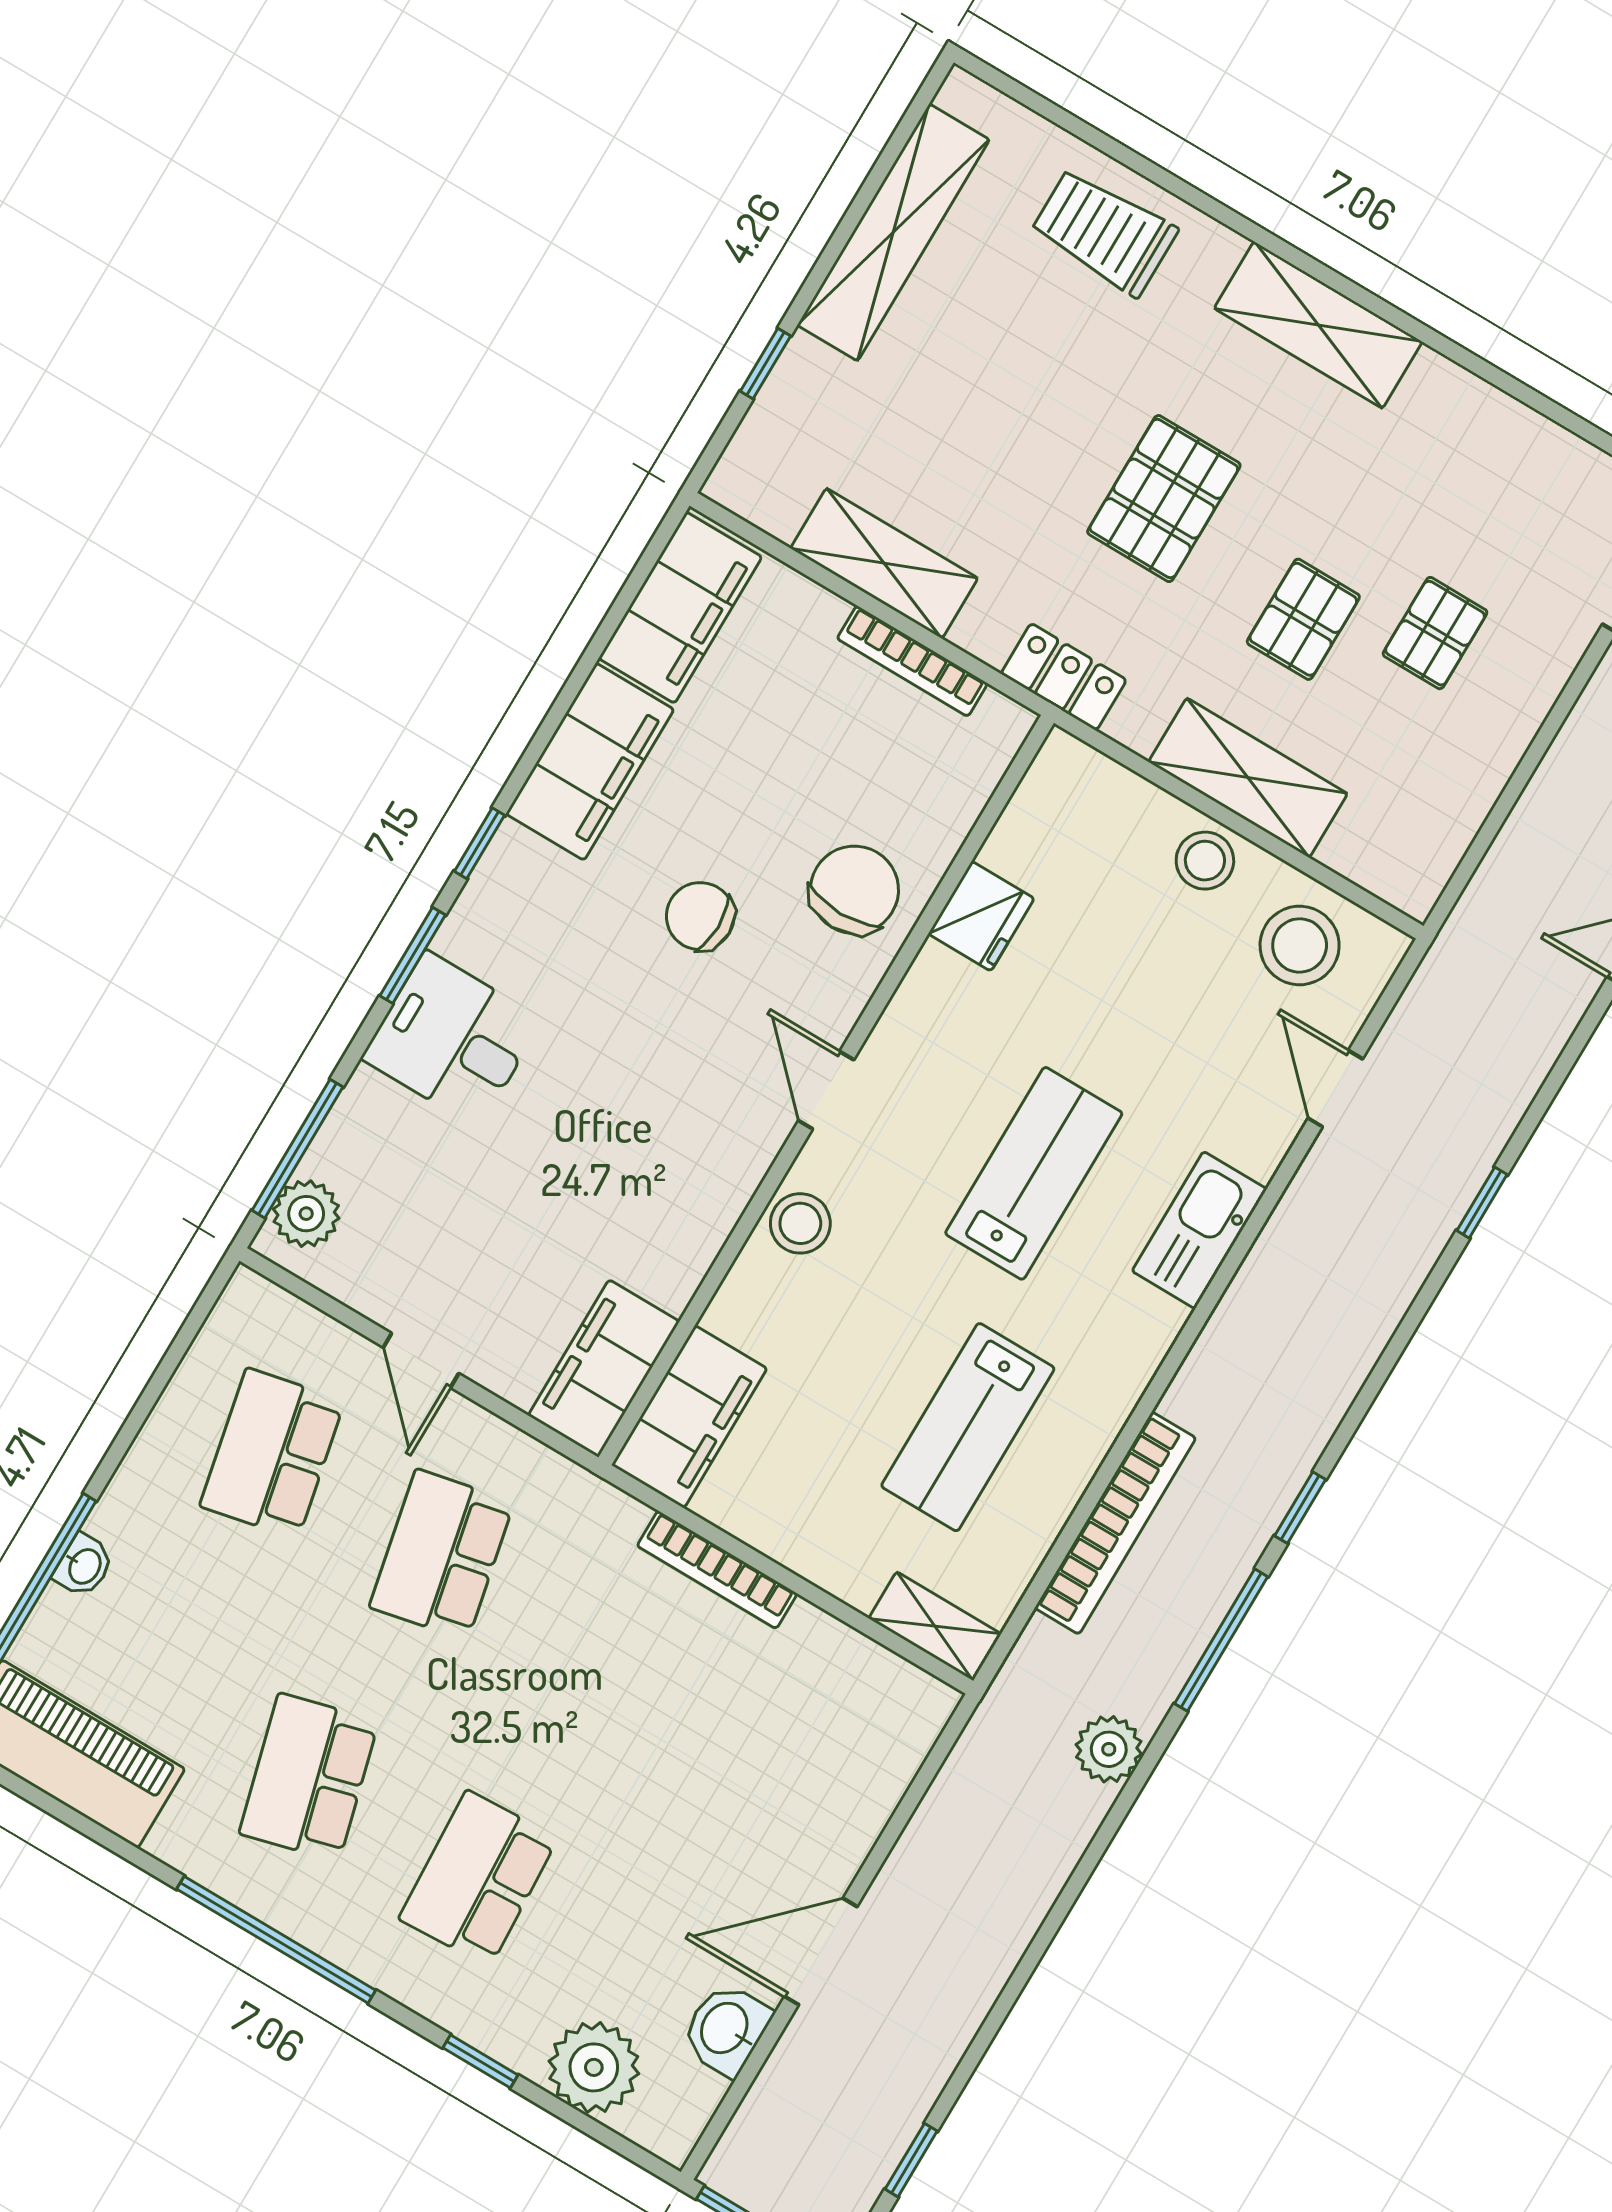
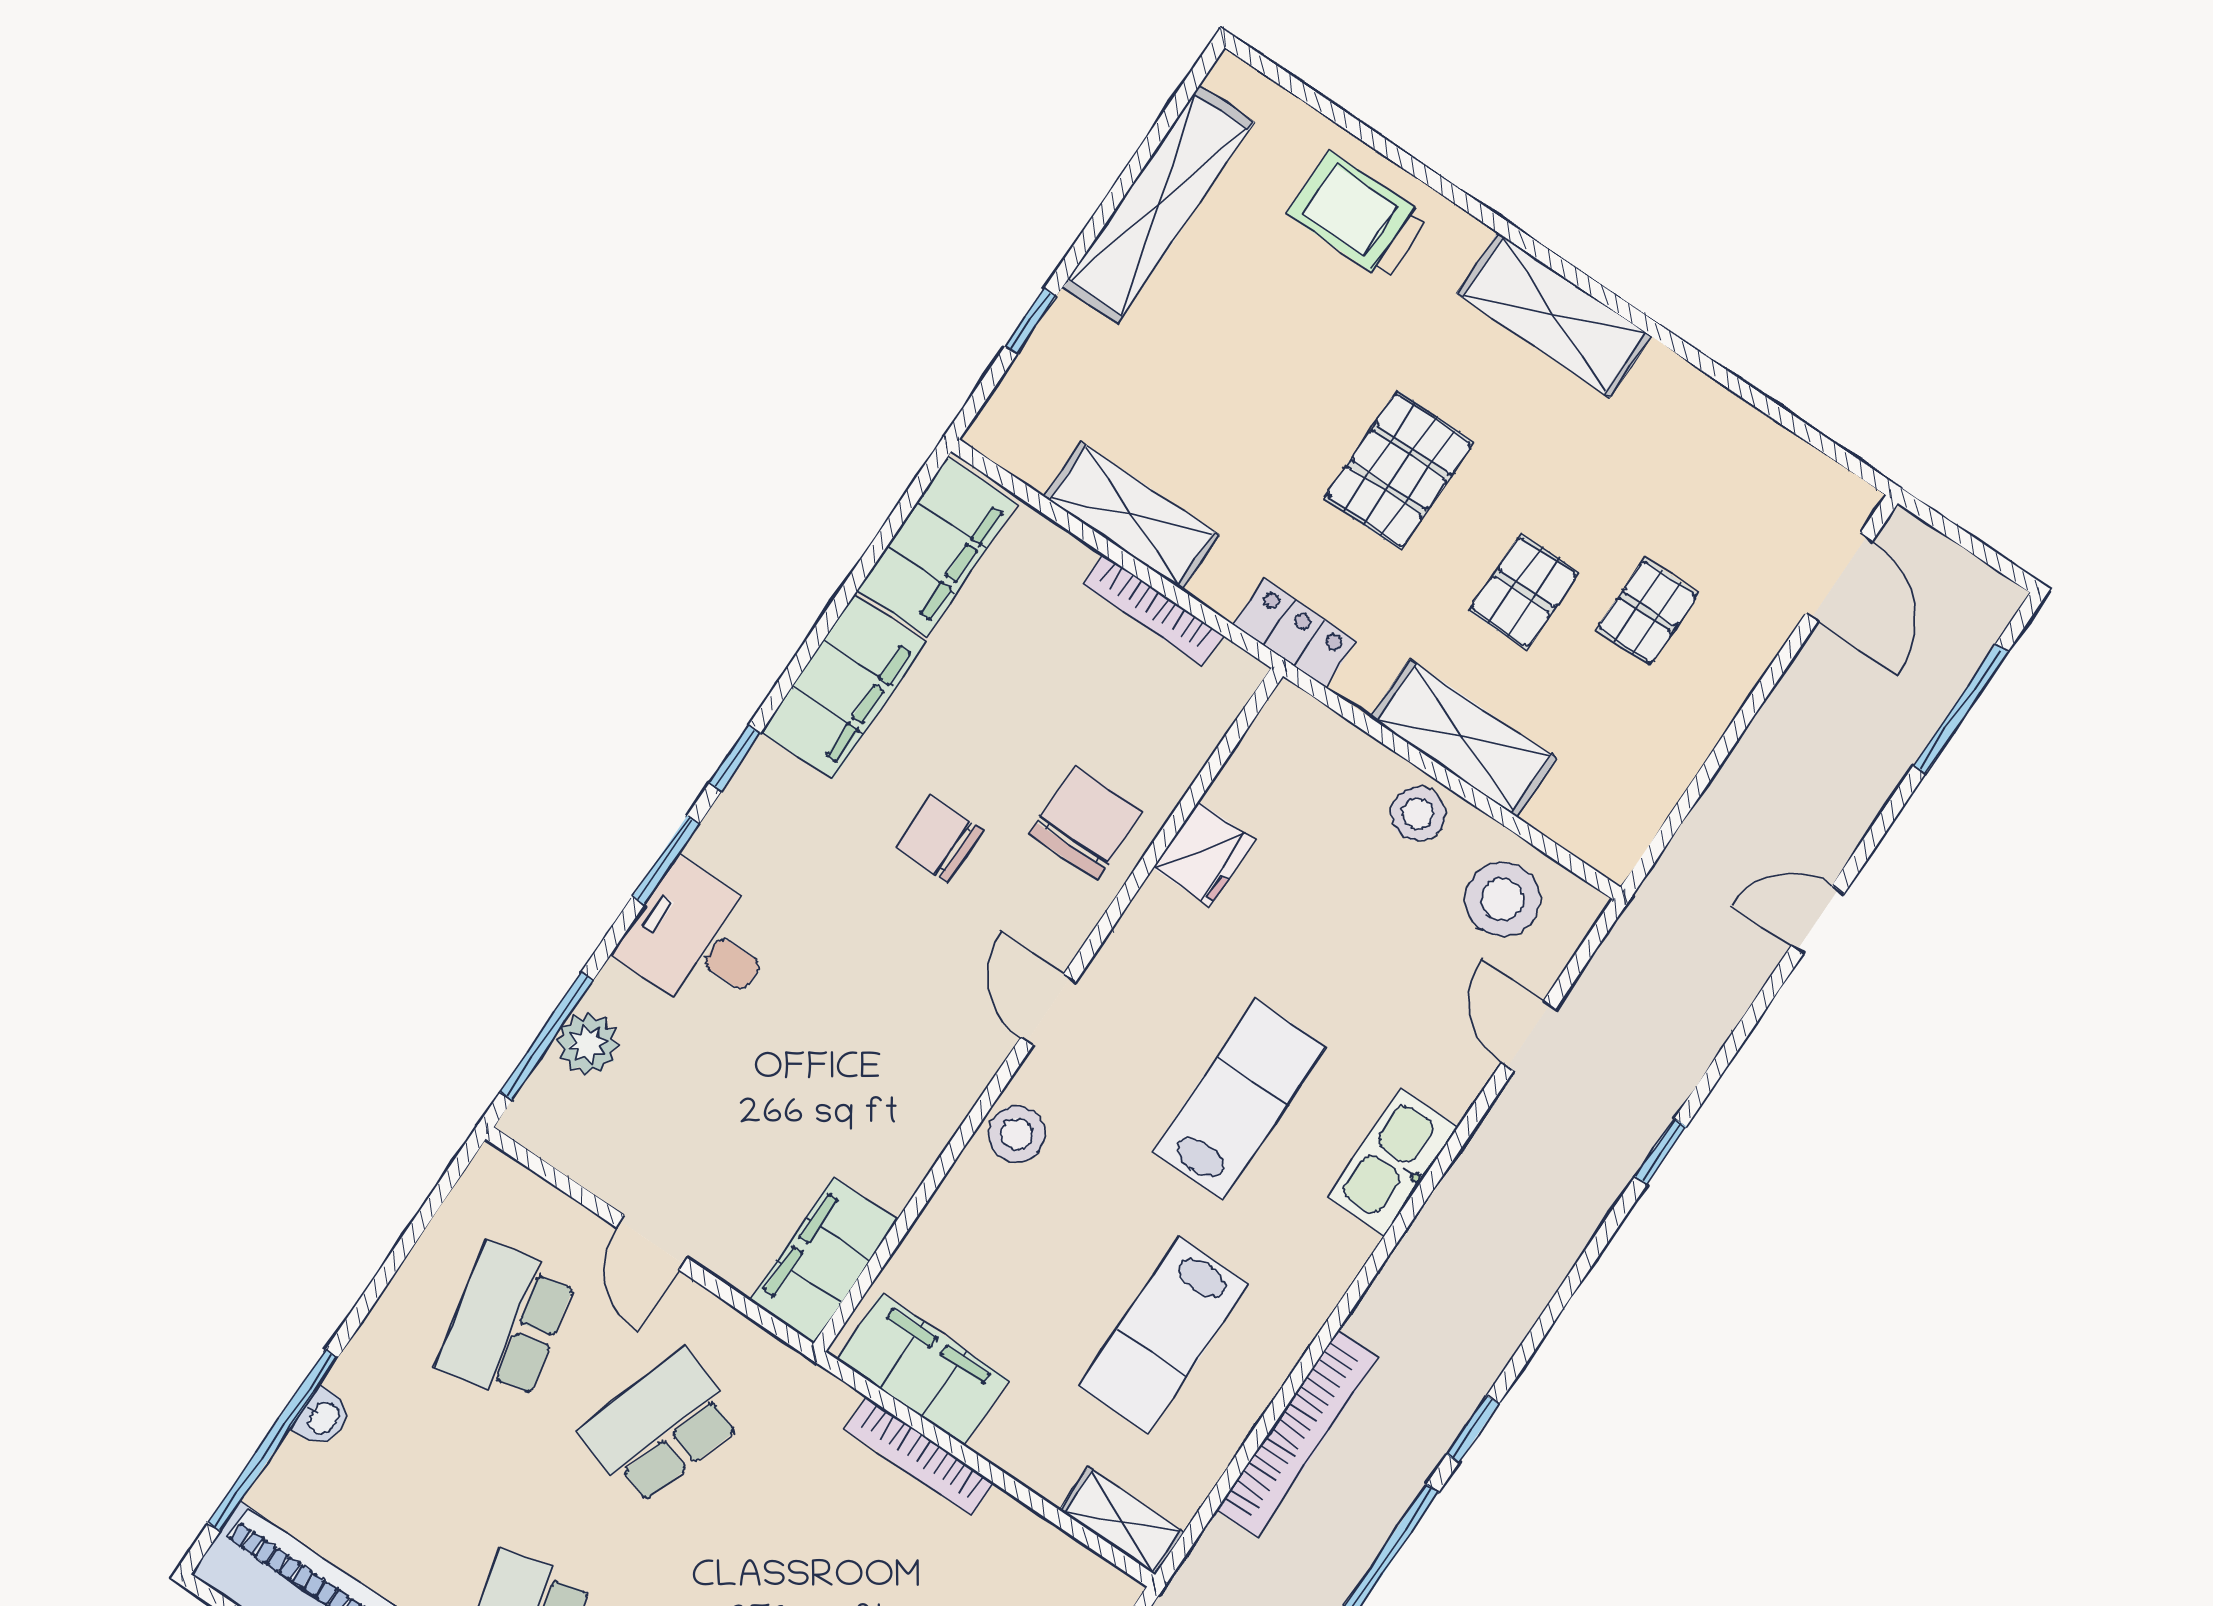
plant: (306, 1214) -> (588, 1044), moved
filing cabinet: (689, 1417) -> (923, 1369), moved, turned -90
school desk: (442, 1555) -> (660, 1427), turned 30

